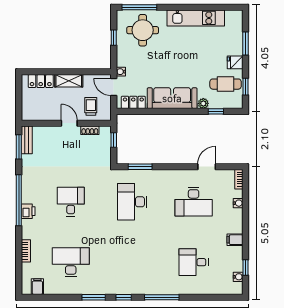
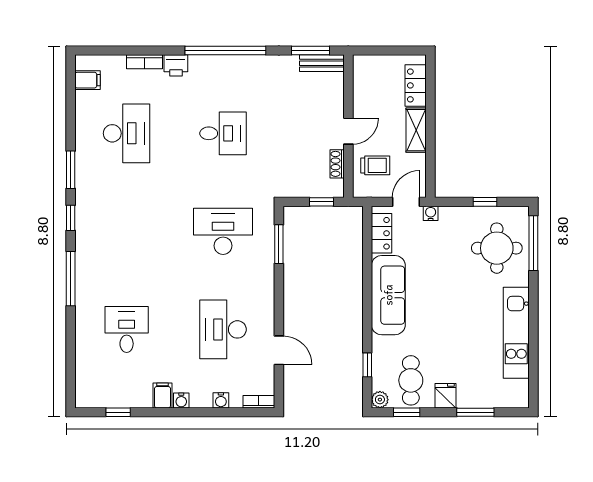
plant: (203, 103) -> (380, 400), moved
printer: (28, 211) -> (176, 65), moved
water cooler: (238, 277) -> (181, 400), moved

